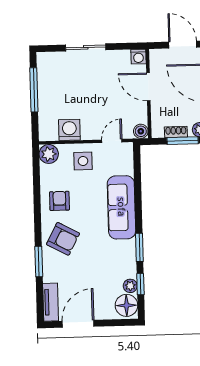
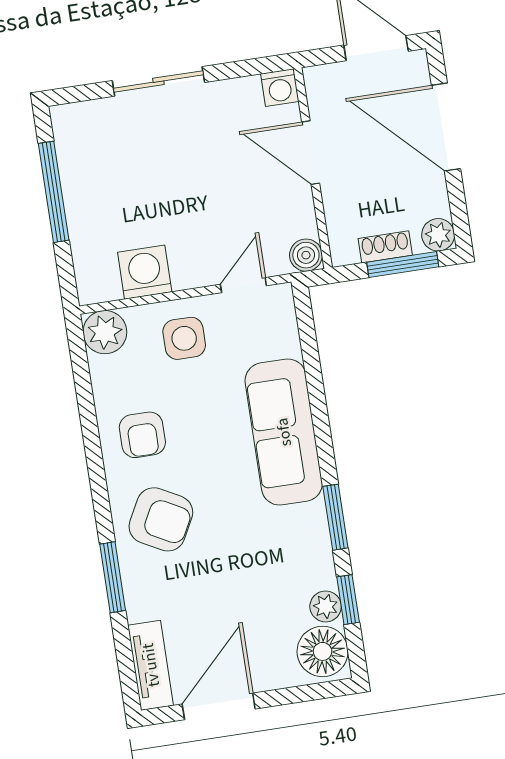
armchair: (59, 201) -> (142, 435), turned 180

